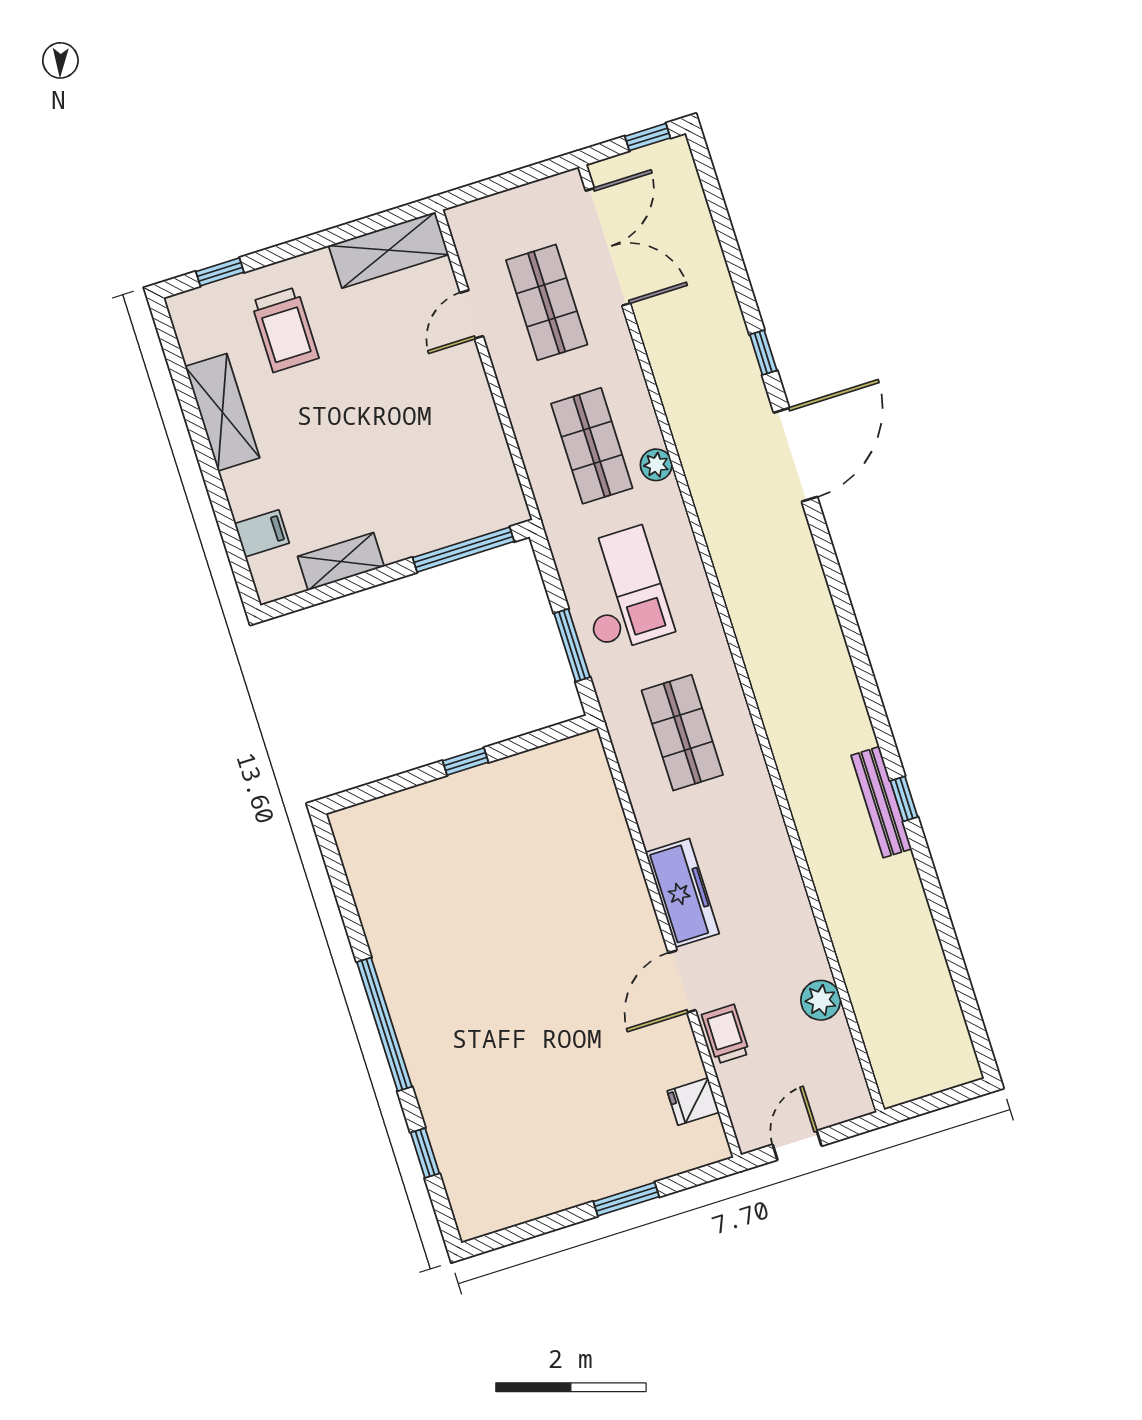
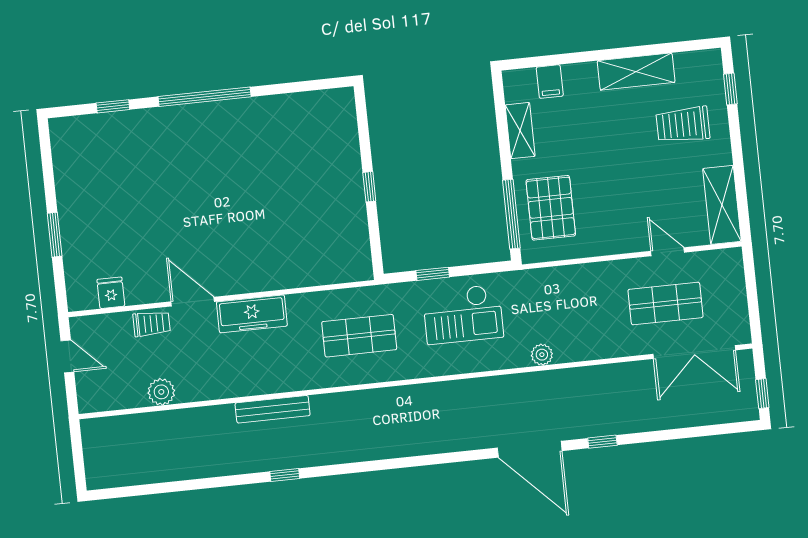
shop shelf: (592, 446) -> (563, 314), removed
pallet: (443, 495) -> (551, 208), added
window: (572, 645) -> (433, 274), width x0.67
bench: (881, 802) -> (273, 409), moved

